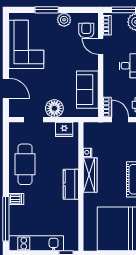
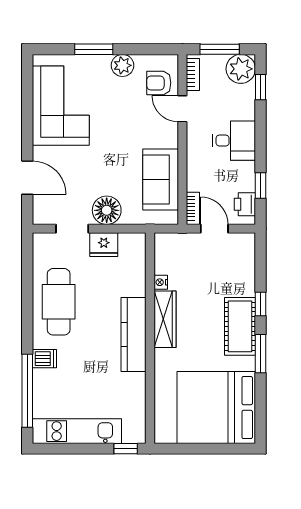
armchair: (86, 30) -> (159, 83), turned -90
fridge: (64, 129) -> (104, 245), moved
kitchen counter: (71, 184) -> (134, 334), width x1.50

